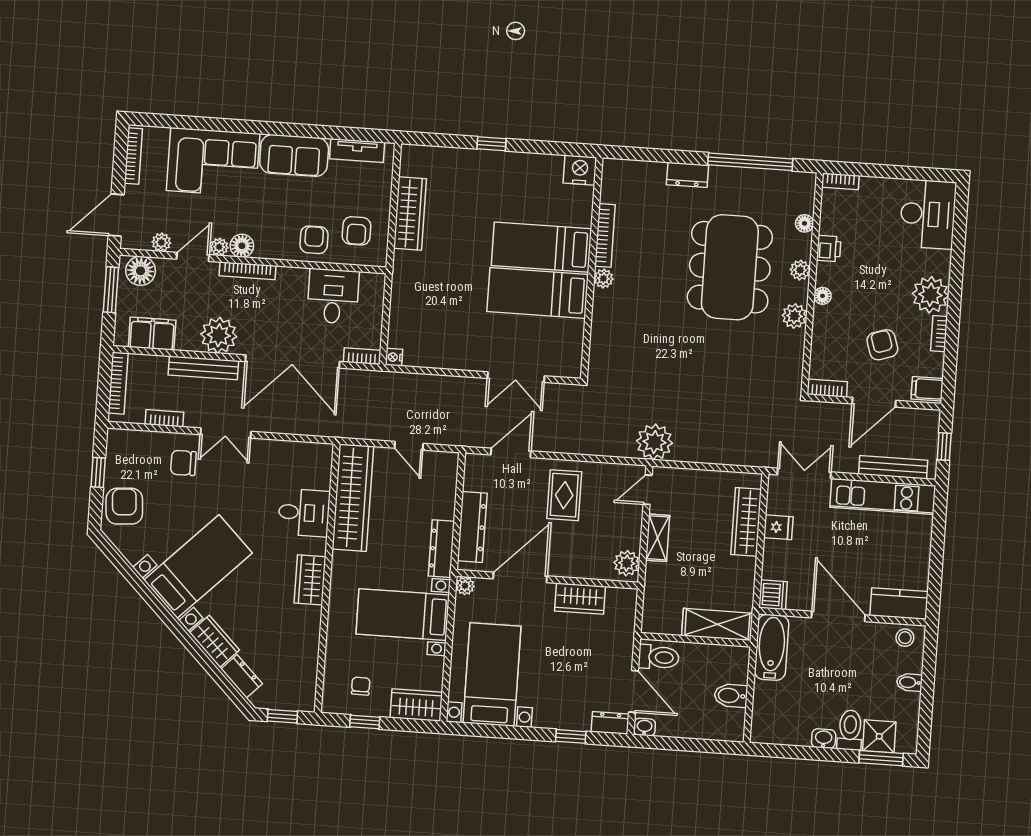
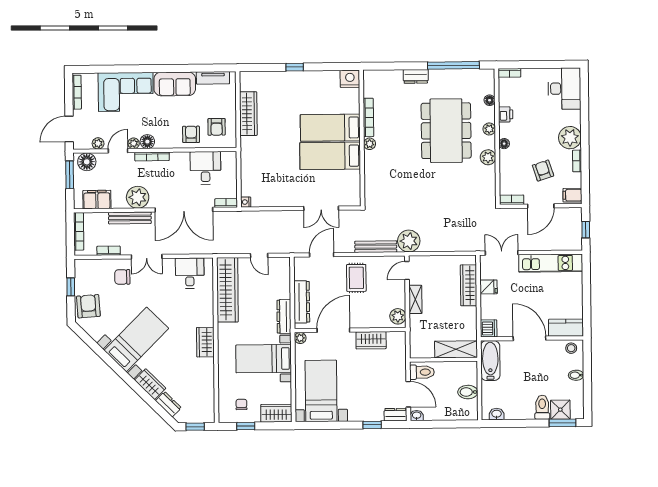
bench: (893, 467) -> (376, 247), moved
desk: (304, 513) -> (190, 273), moved, turned -90
washbasin: (824, 739) -> (497, 414), moved

